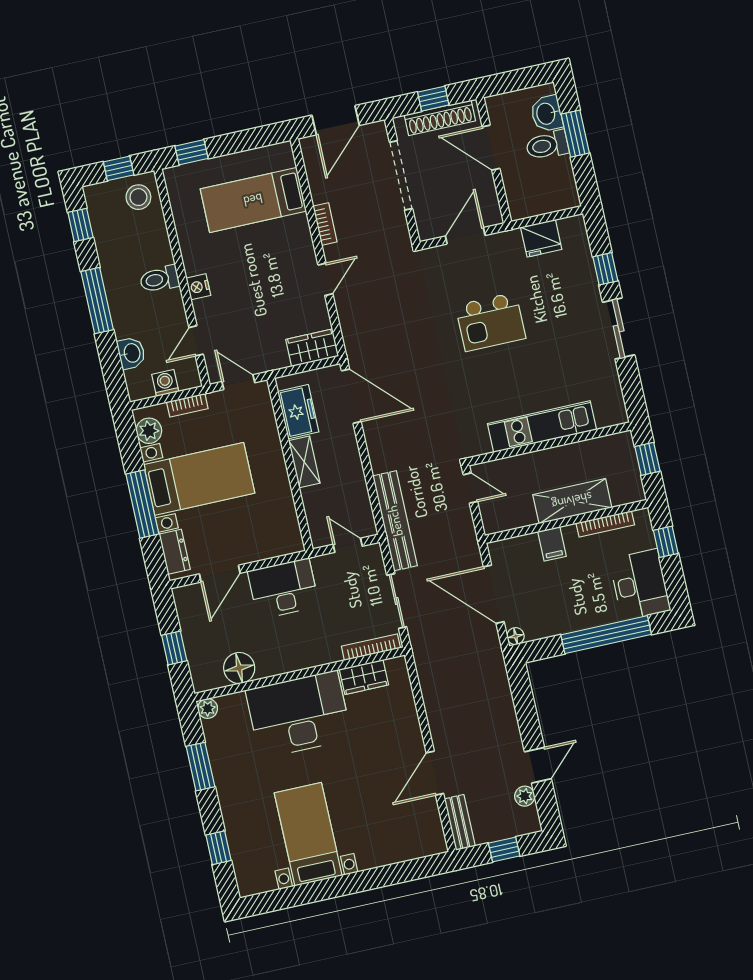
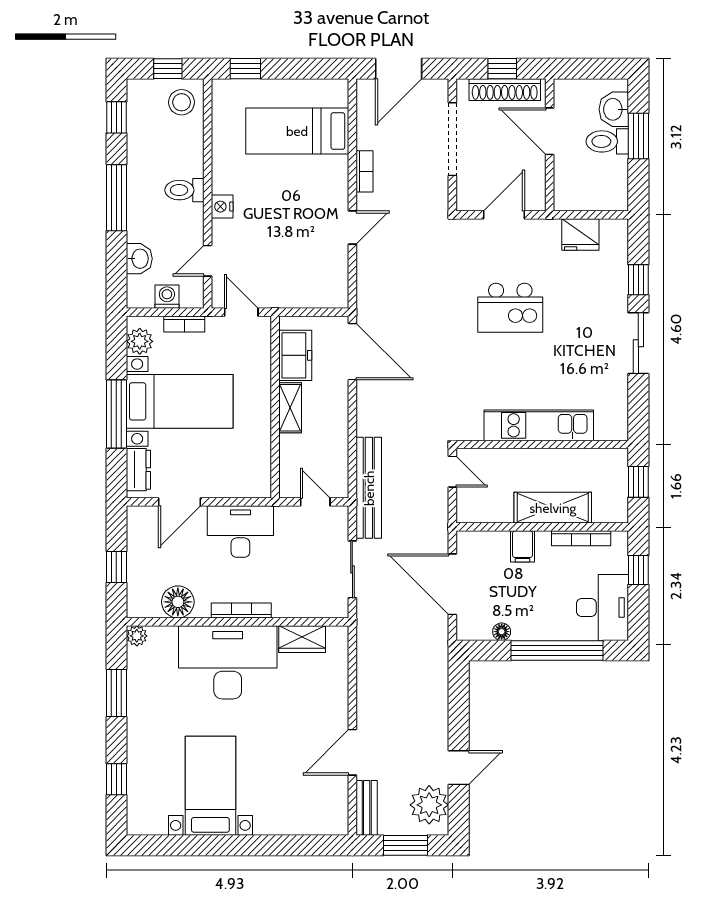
wardrobe: (312, 348) -> (324, 294), removed
floor lamp: (516, 636) -> (502, 632), moved
bookcase: (371, 647) -> (241, 610), moved
plant: (525, 796) -> (429, 805), width x1.88, depth x1.88
window: (504, 850) -> (405, 845), width x1.50

